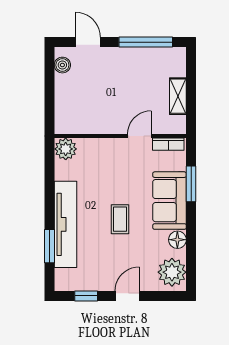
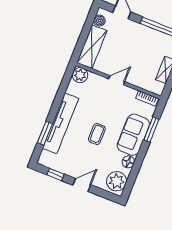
shelving: (66, 104) -> (92, 47), added
door: (139, 136) -> (117, 80), moved

